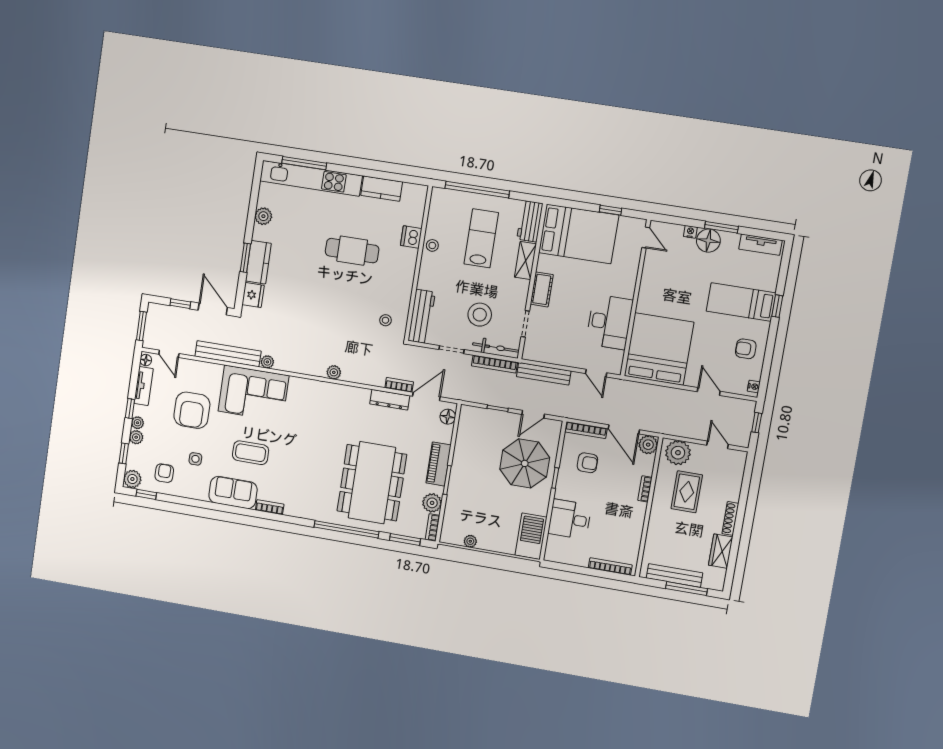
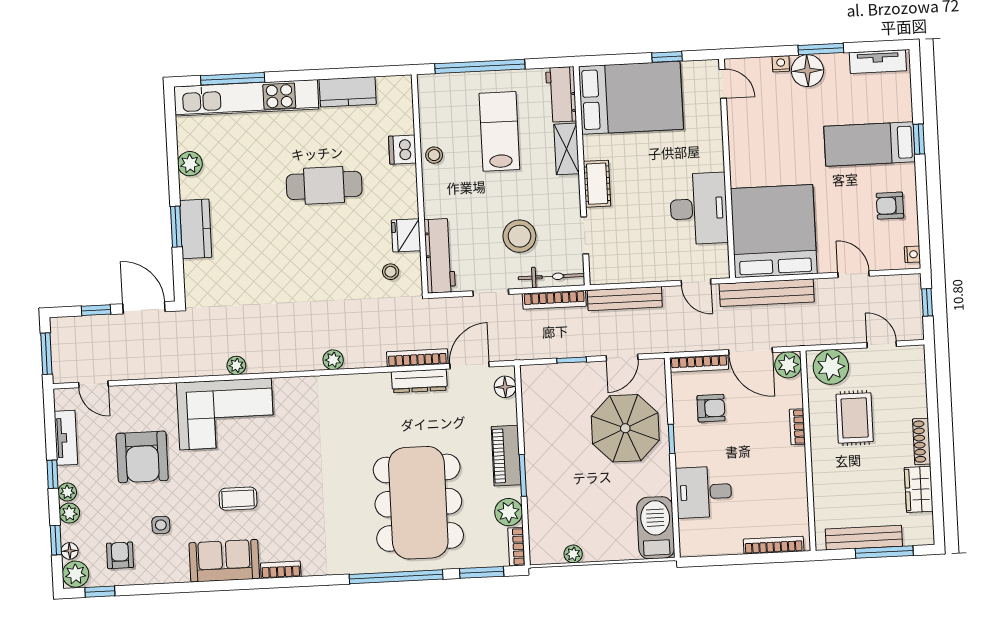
fridge: (253, 295) -> (406, 235), moved, turned 180
bench: (228, 354) -> (767, 293), moved
floor lamp: (146, 360) -> (70, 551), moved
bookcase: (399, 385) -> (417, 358), width x1.56
coffee table: (251, 453) -> (238, 499), width x0.73, depth x0.77

